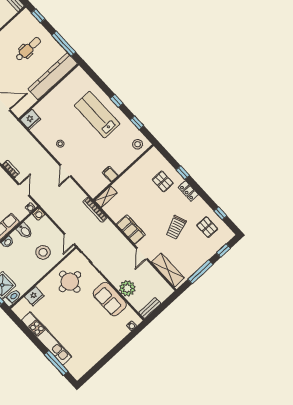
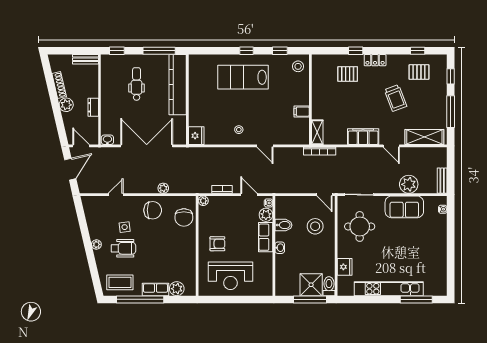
plant: (21, 213) -> (266, 215), added
washing machine: (38, 214) -> (280, 201), removed

